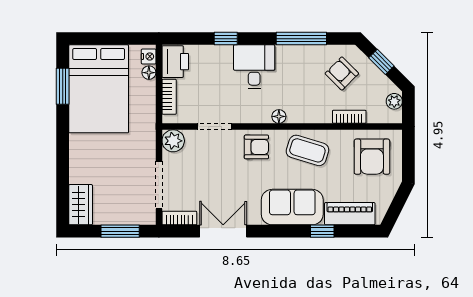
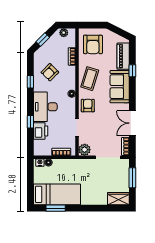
window: (301, 39) -> (30, 82), width x0.46
printer: (175, 62) -> (41, 131), moved, turned 90
desk: (254, 67) -> (45, 107), width x1.37
armchair: (342, 73) -> (50, 72), moved
bed: (99, 89) -> (57, 194), width x0.67
armchair: (372, 157) -> (93, 44), turned 90

